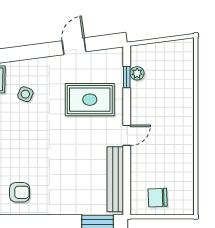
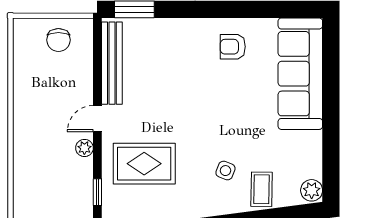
plant: (137, 73) -> (84, 148), moved
chair: (158, 198) -> (58, 40), turned 92

